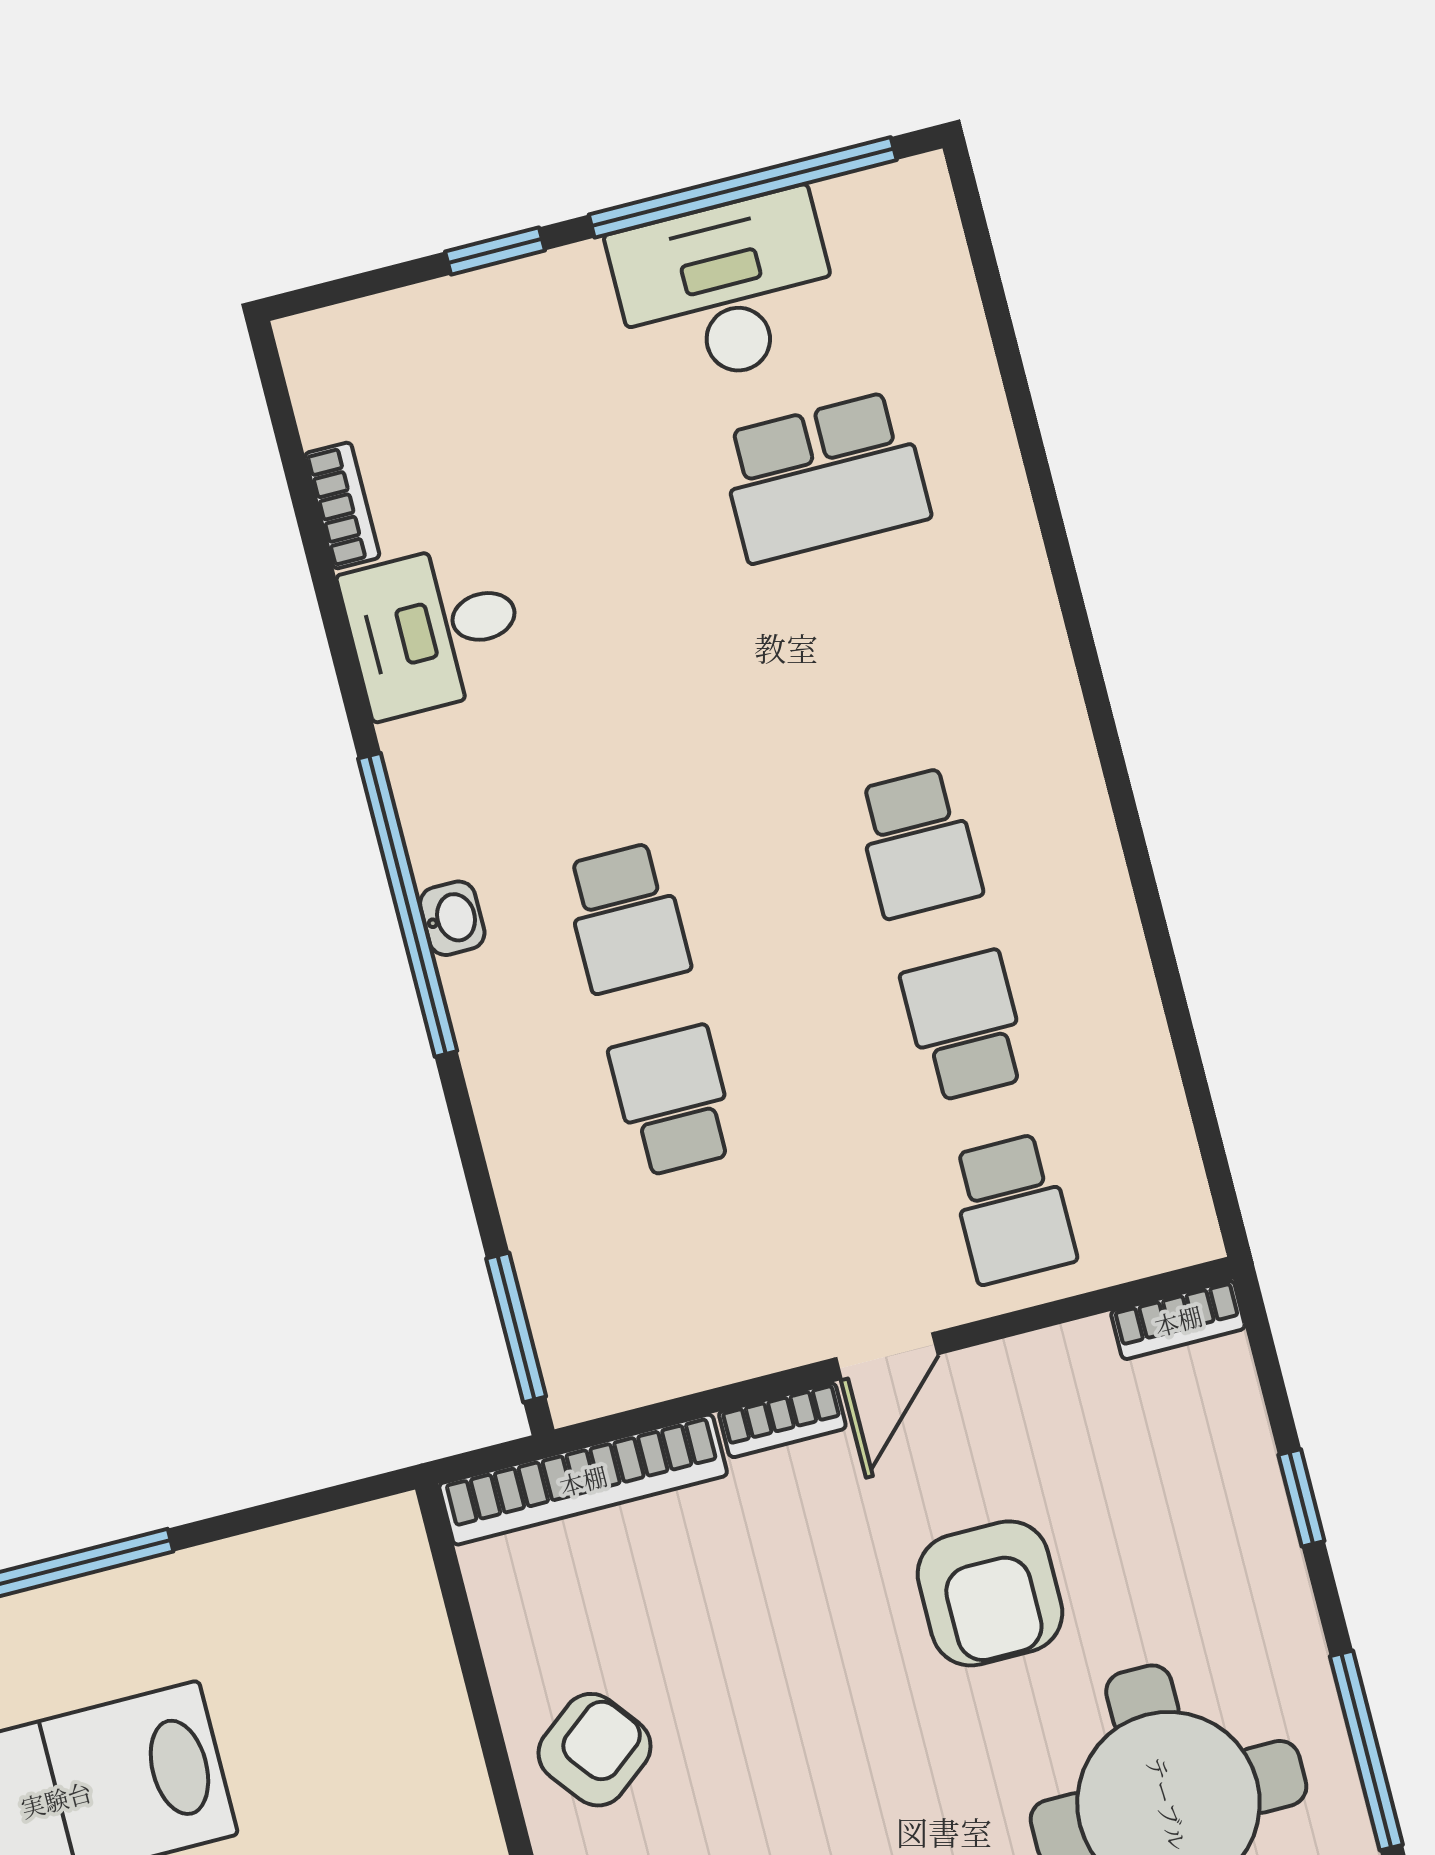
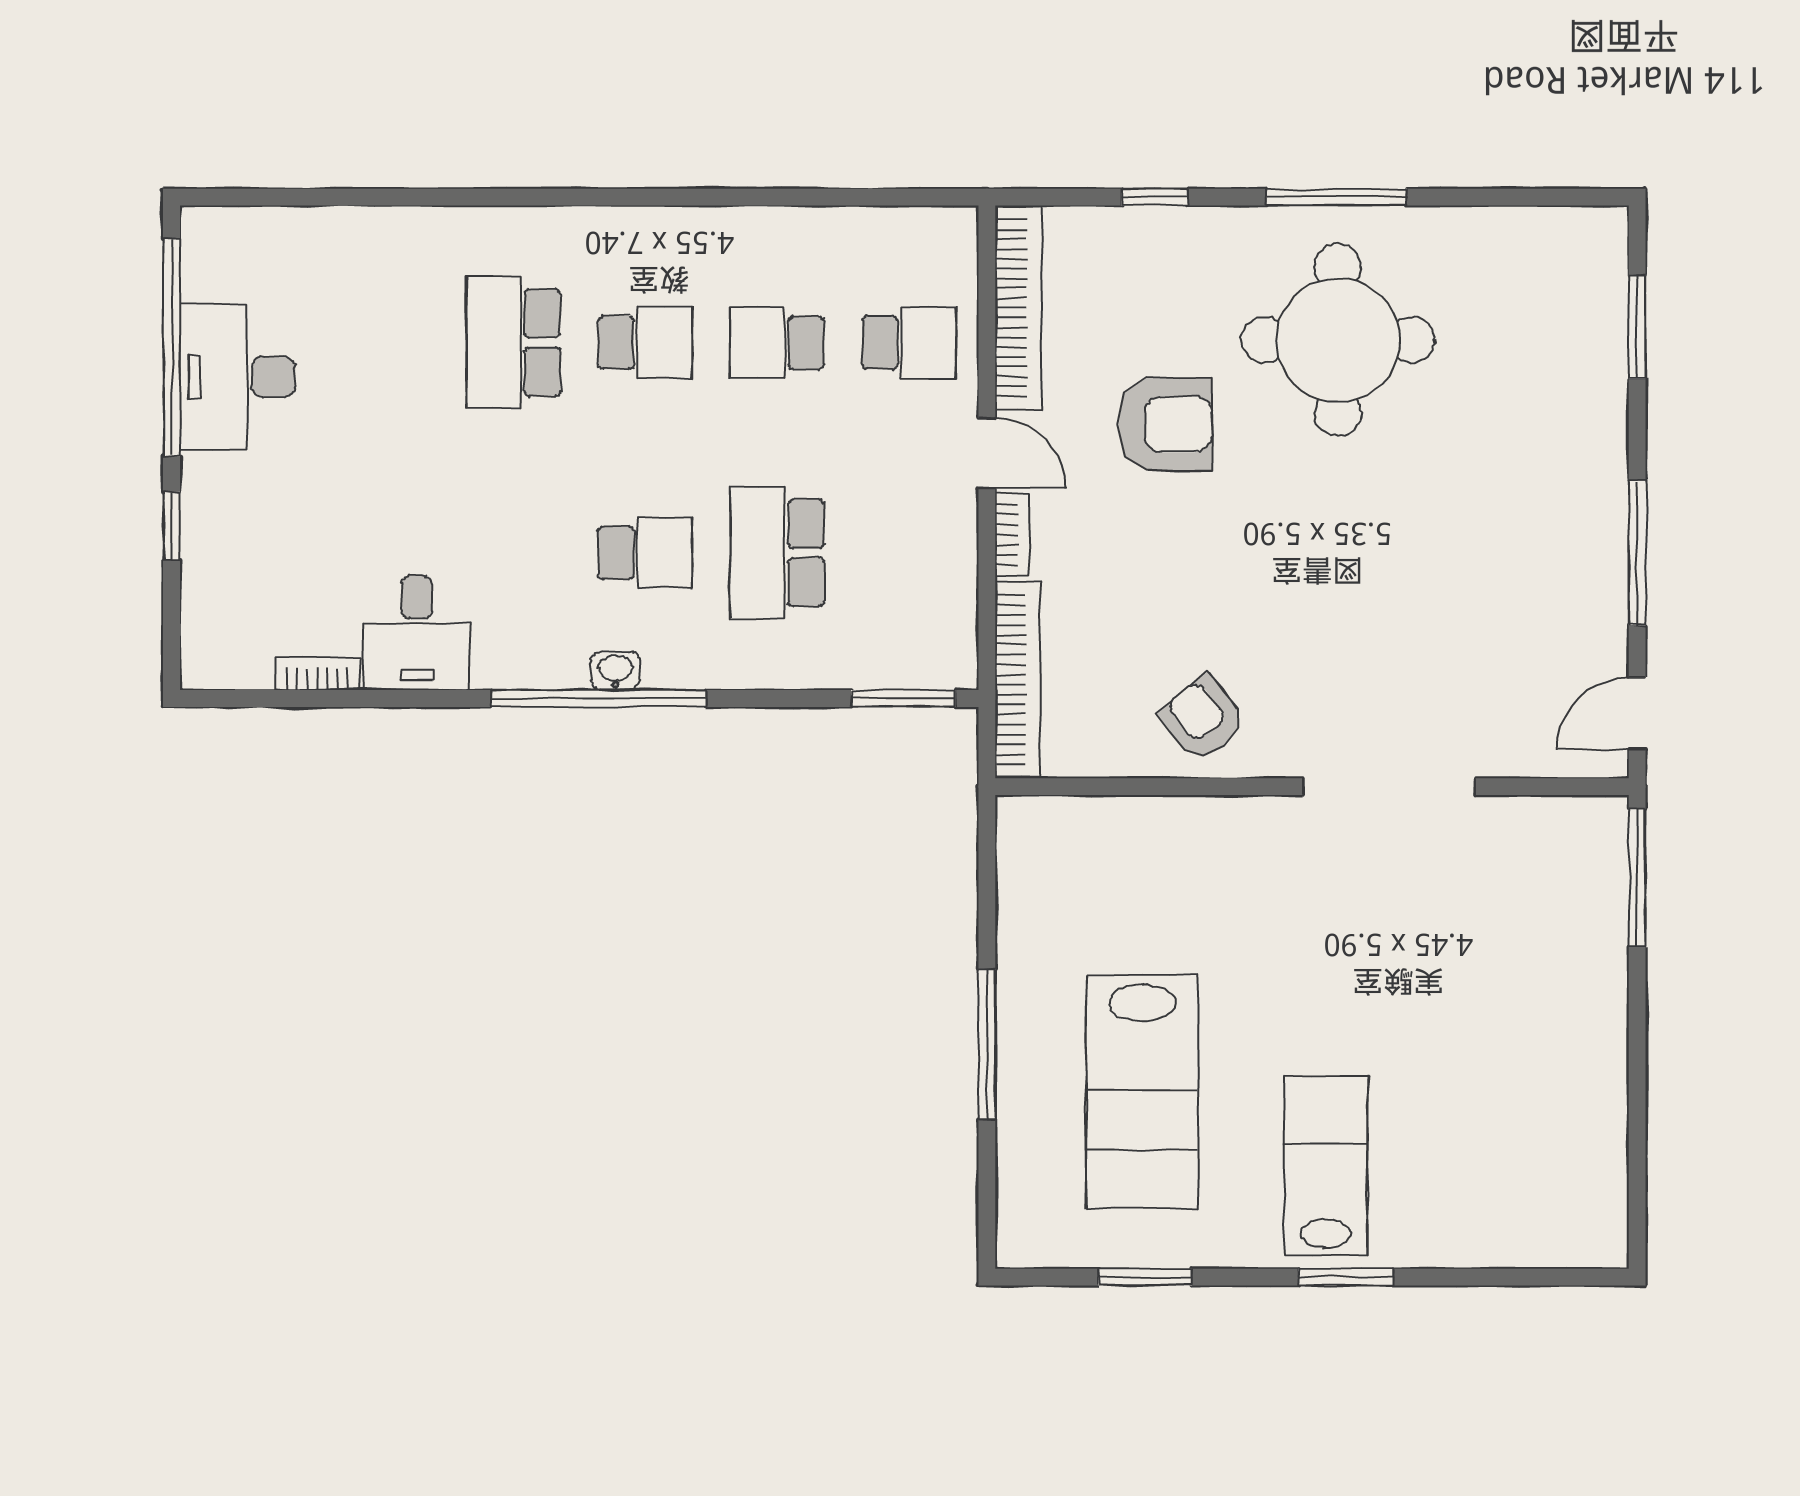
school desk: (824, 477) -> (513, 343), moved, turned 180
school desk: (673, 1101) -> (777, 553), width x1.85
bookcase: (1178, 1320) -> (1018, 308), width x2.31, depth x1.31

